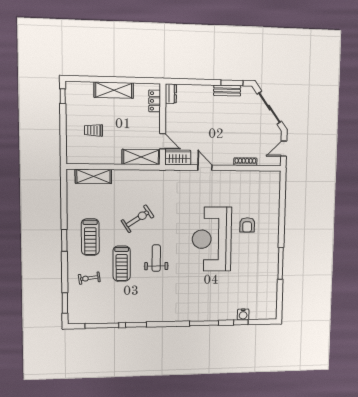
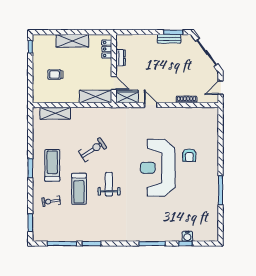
dresser: (171, 94) -> (121, 58), moved
treadmill: (90, 237) -> (52, 165), turned 180

